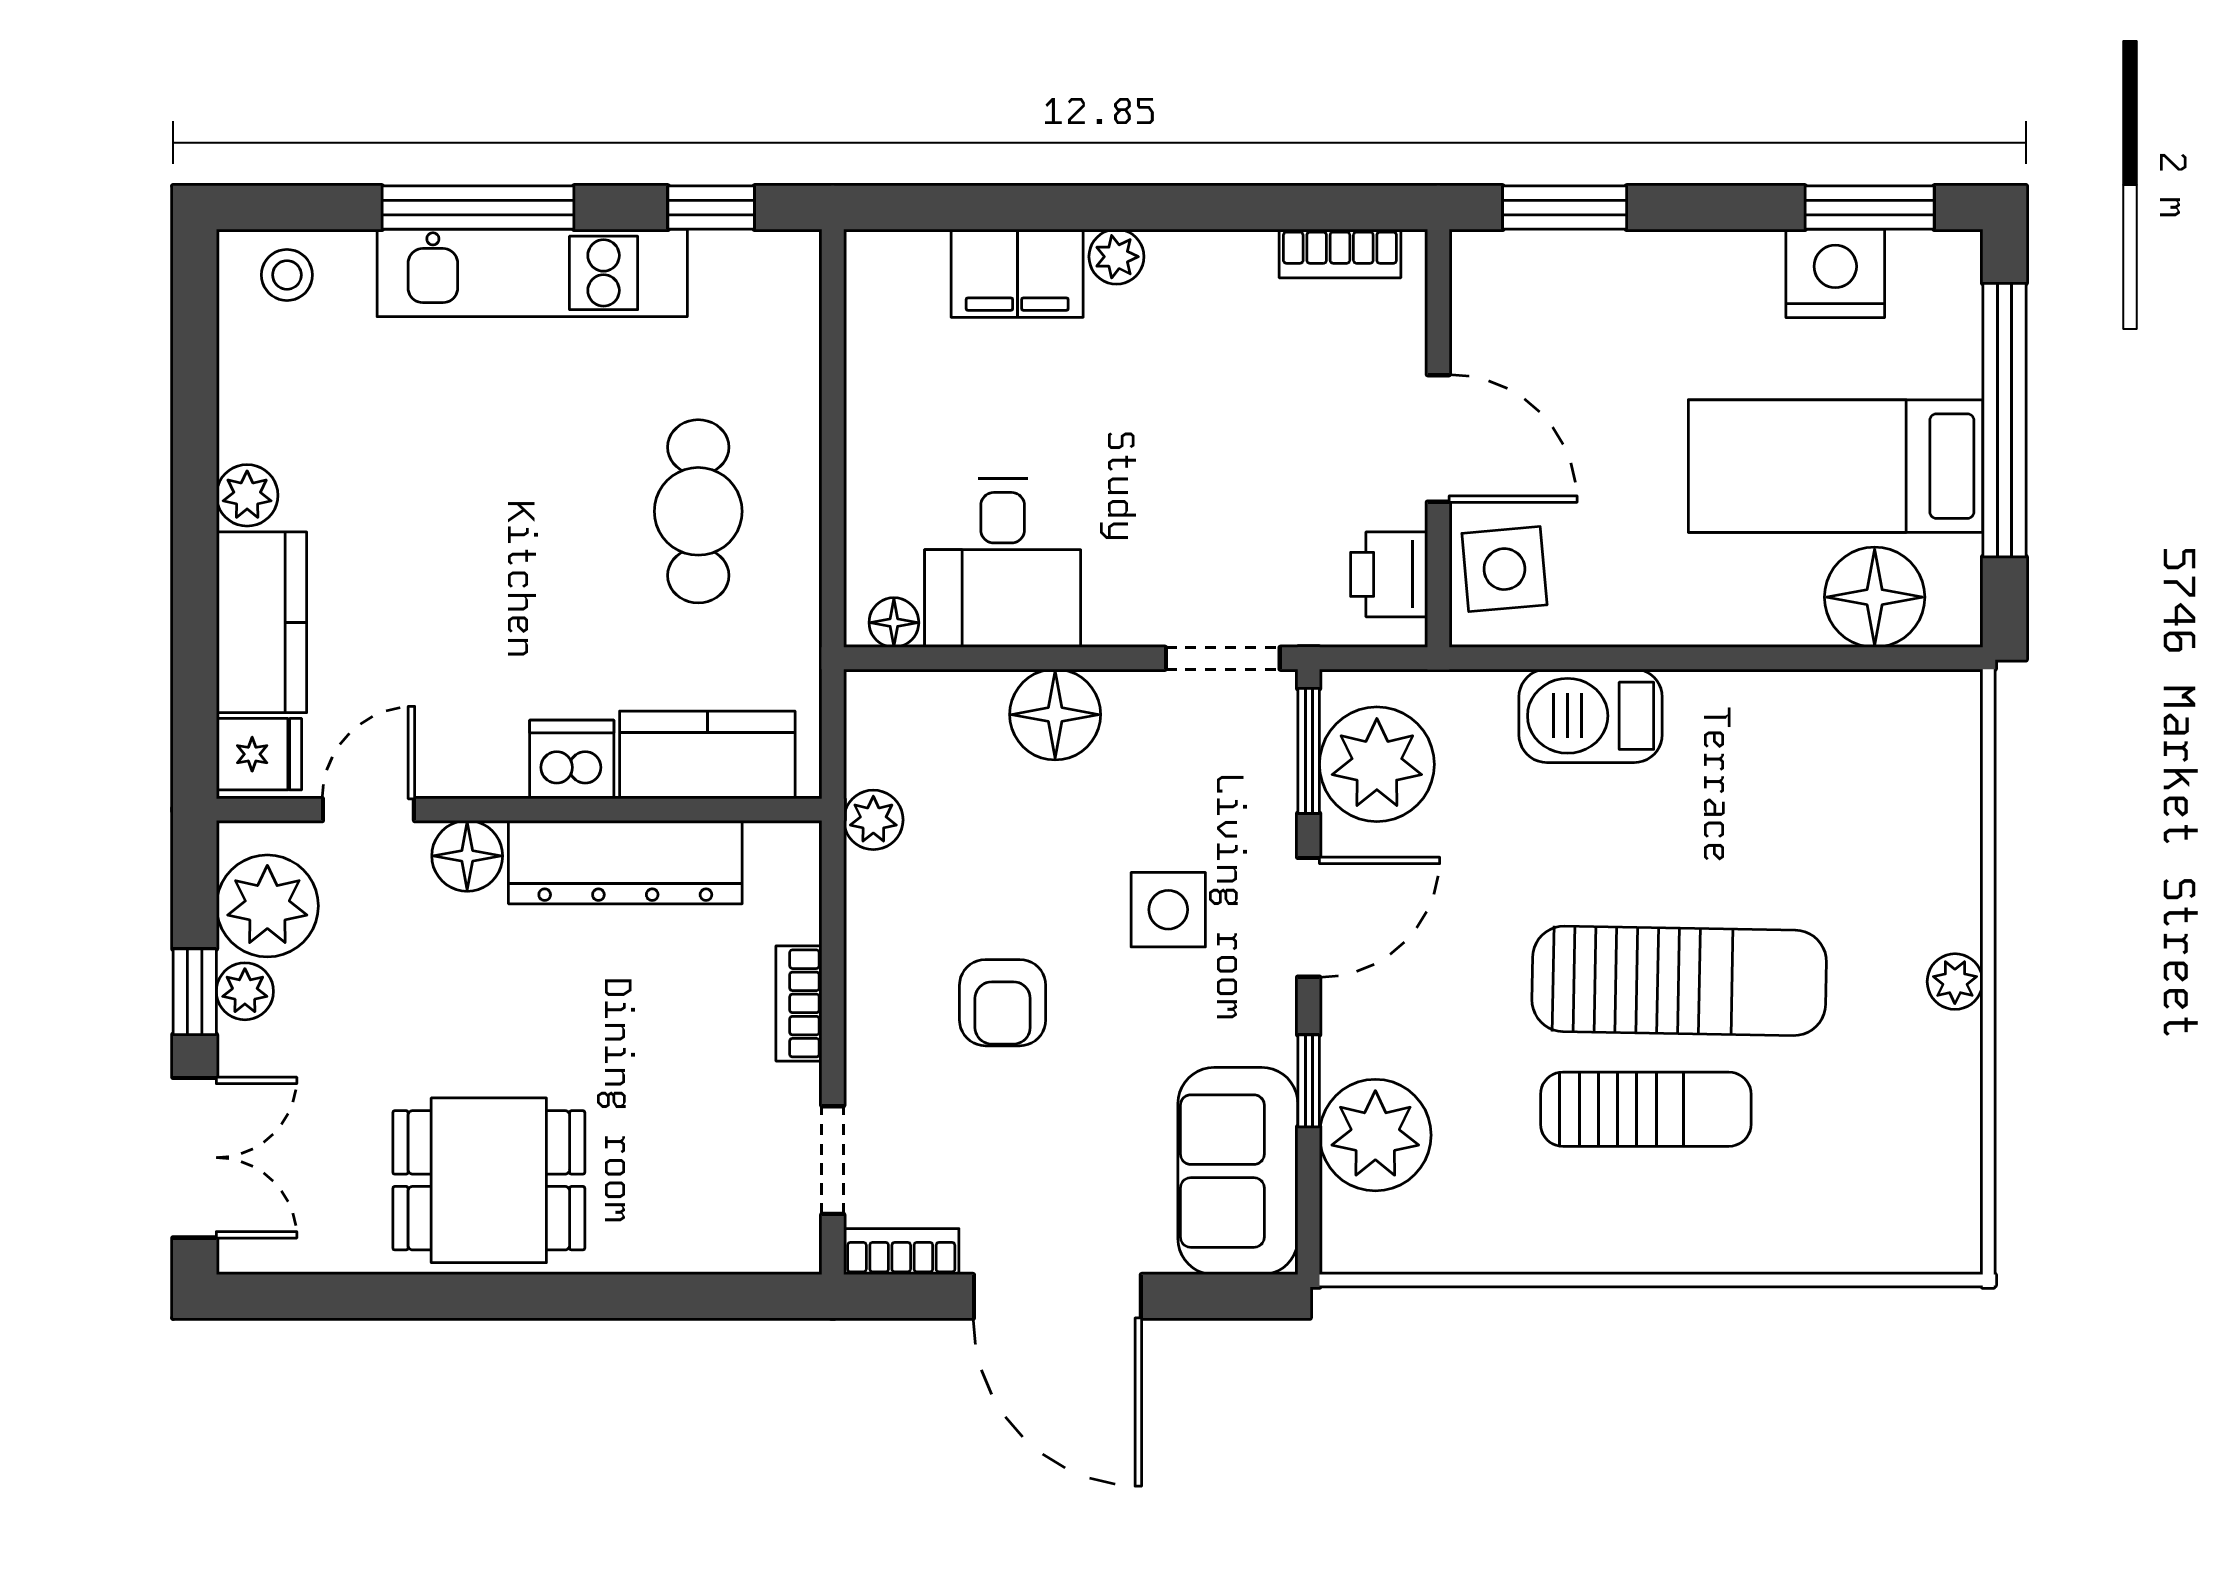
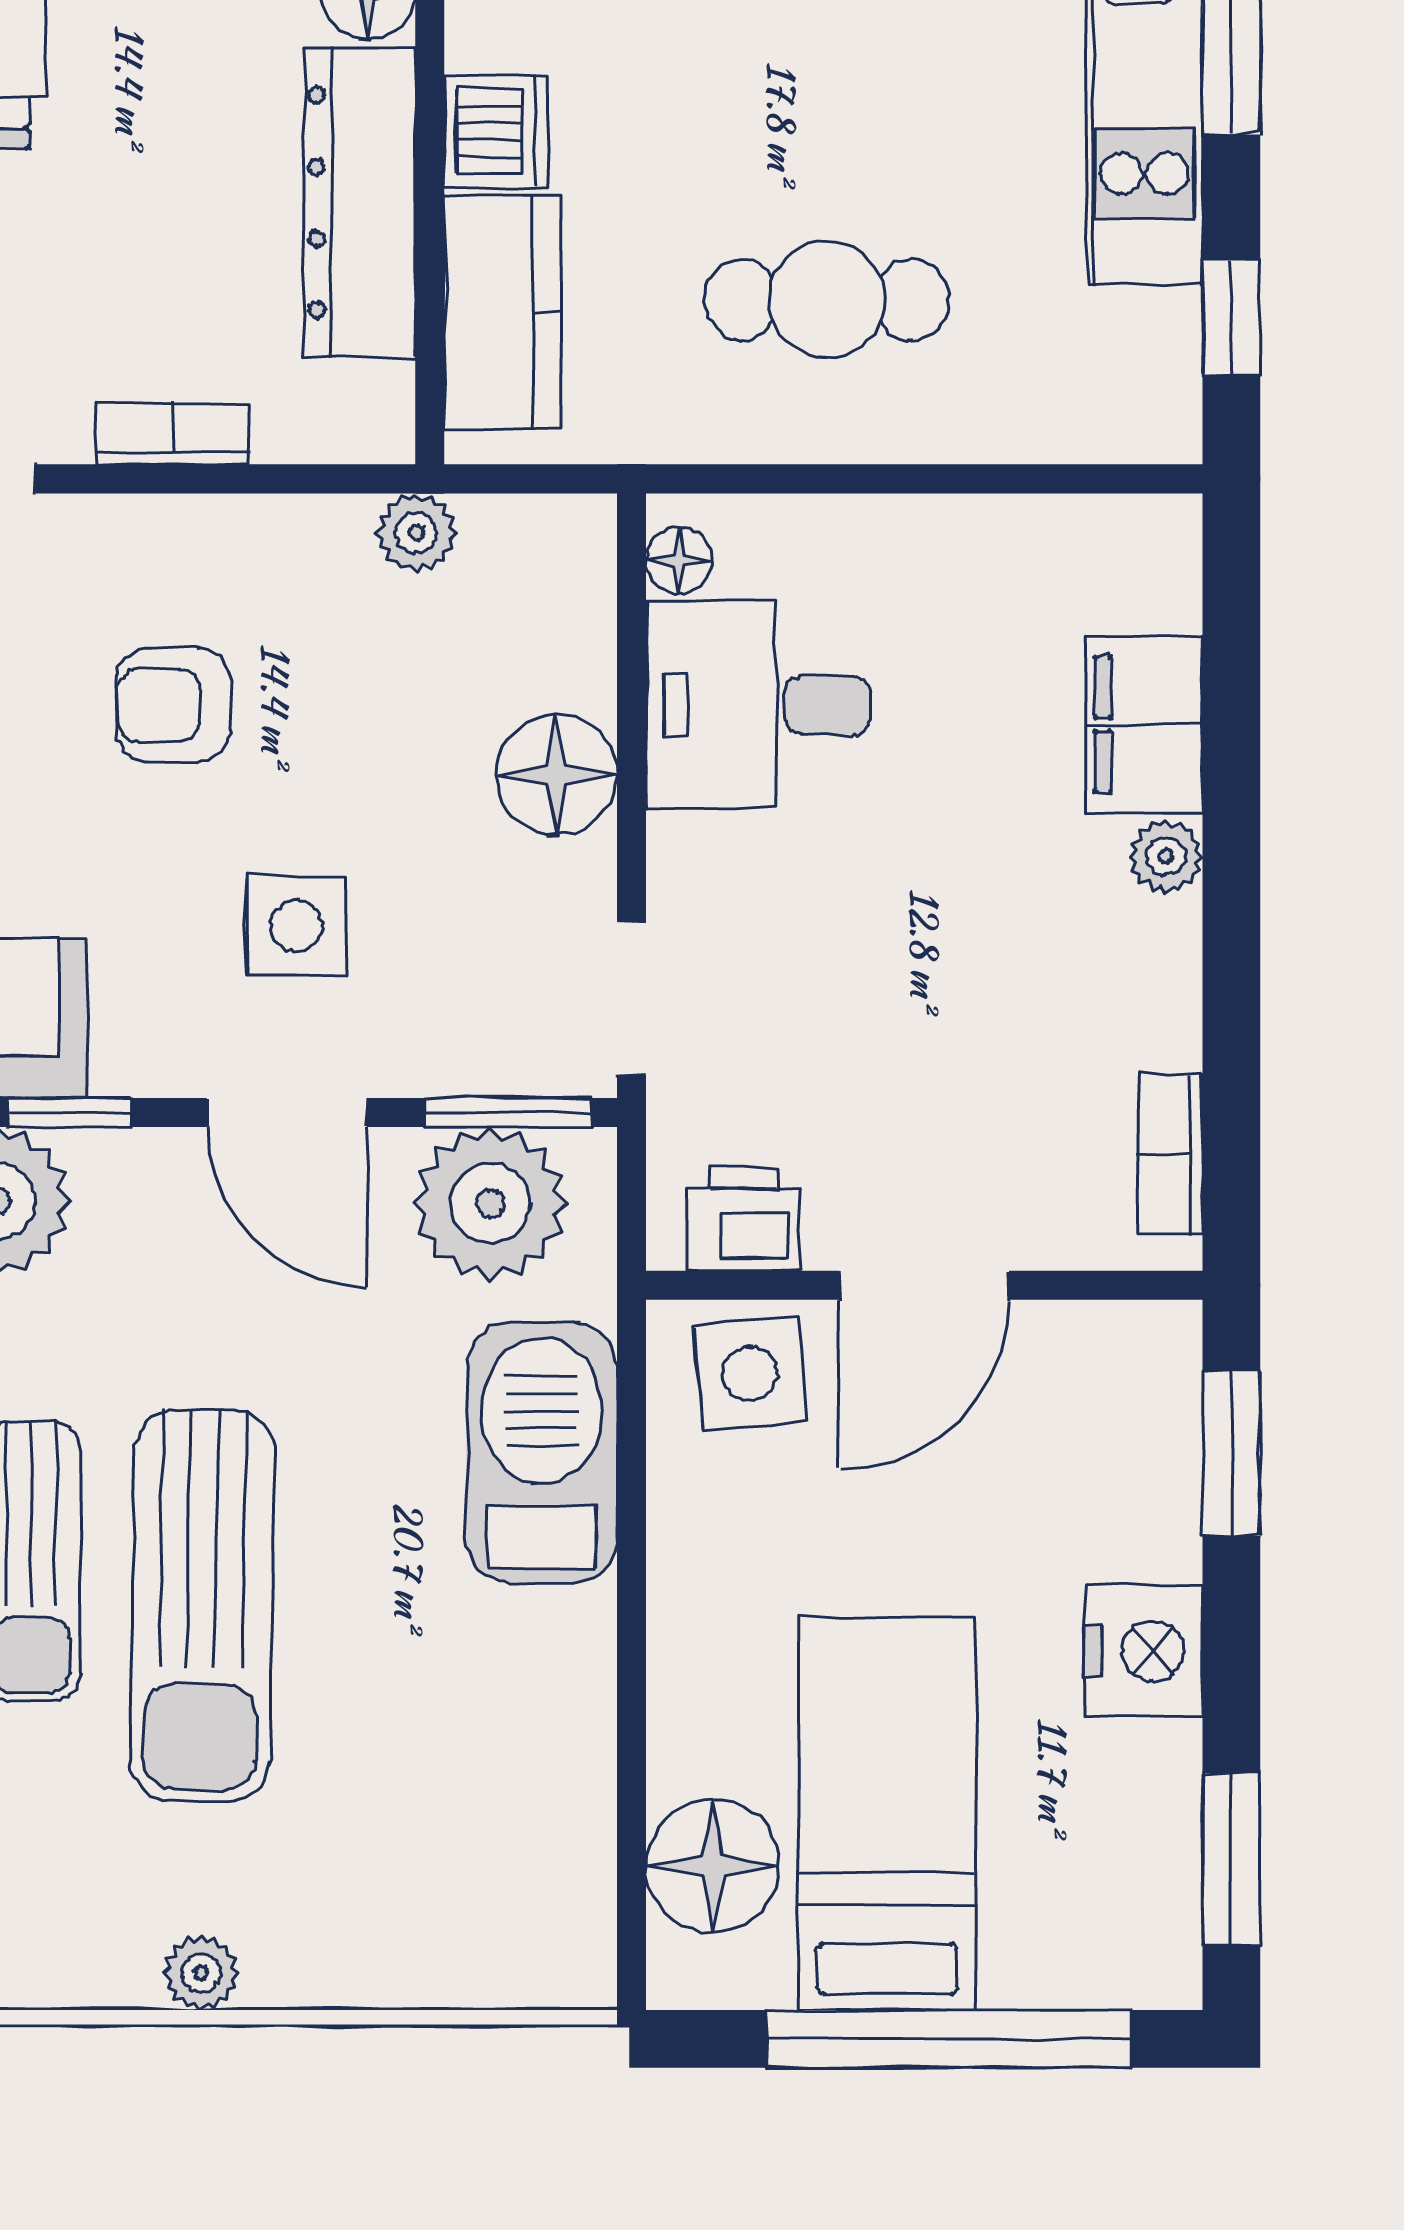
nightstand: (1835, 273) -> (1144, 1651), moved
barbecue: (1591, 716) -> (542, 1453), width x1.37, depth x1.21

